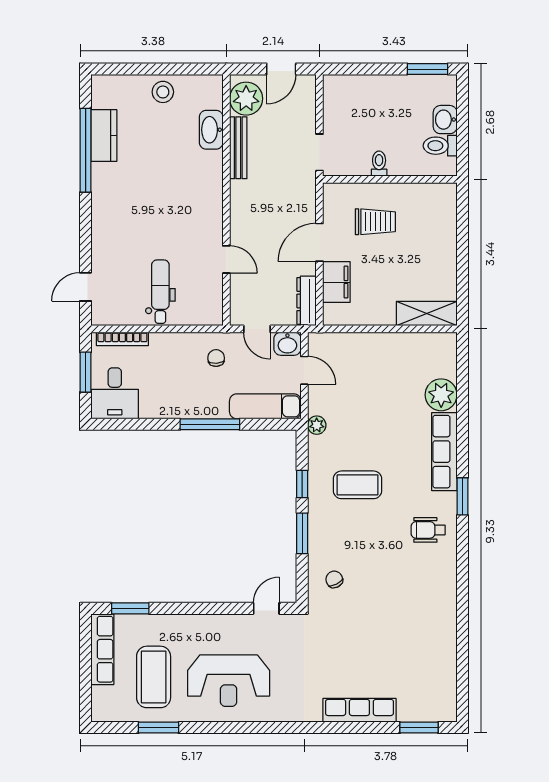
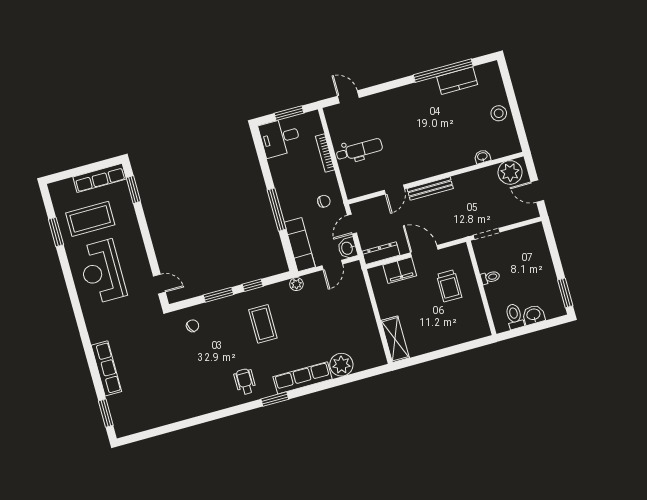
washbasin: (211, 130) -> (482, 157), width x0.52, depth x0.69
bench: (238, 148) -> (430, 189), moved
bookcase: (122, 339) -> (325, 153), moved

